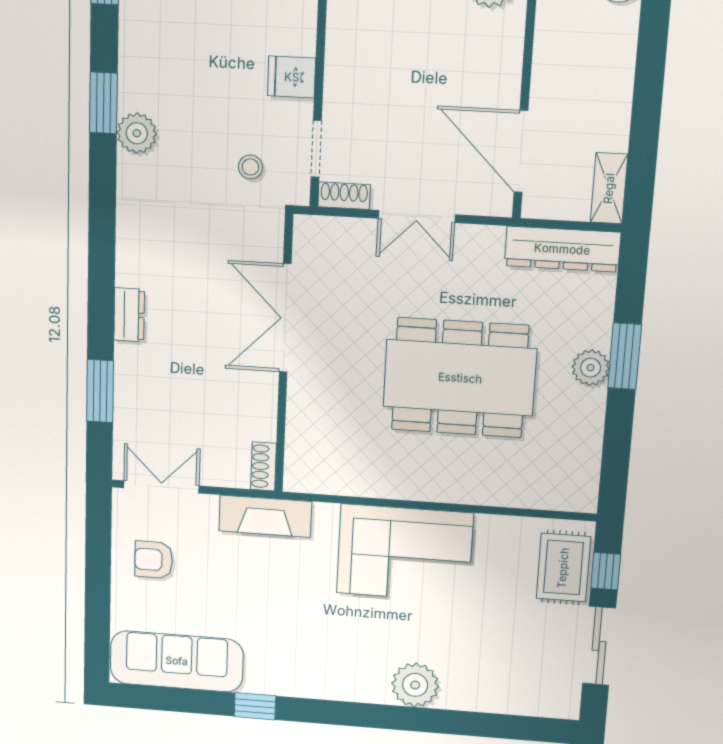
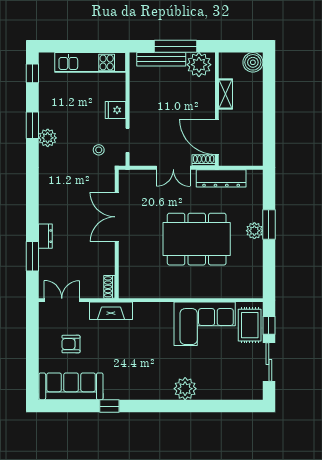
shelving: (609, 188) -> (226, 94), moved
shoe rack: (344, 196) -> (204, 160), moved
dresser: (562, 249) -> (221, 178), moved
dresser: (129, 315) -> (45, 236), moved
corner sofa: (405, 553) -> (205, 324), moved
armchair: (154, 560) -> (71, 344), moved

